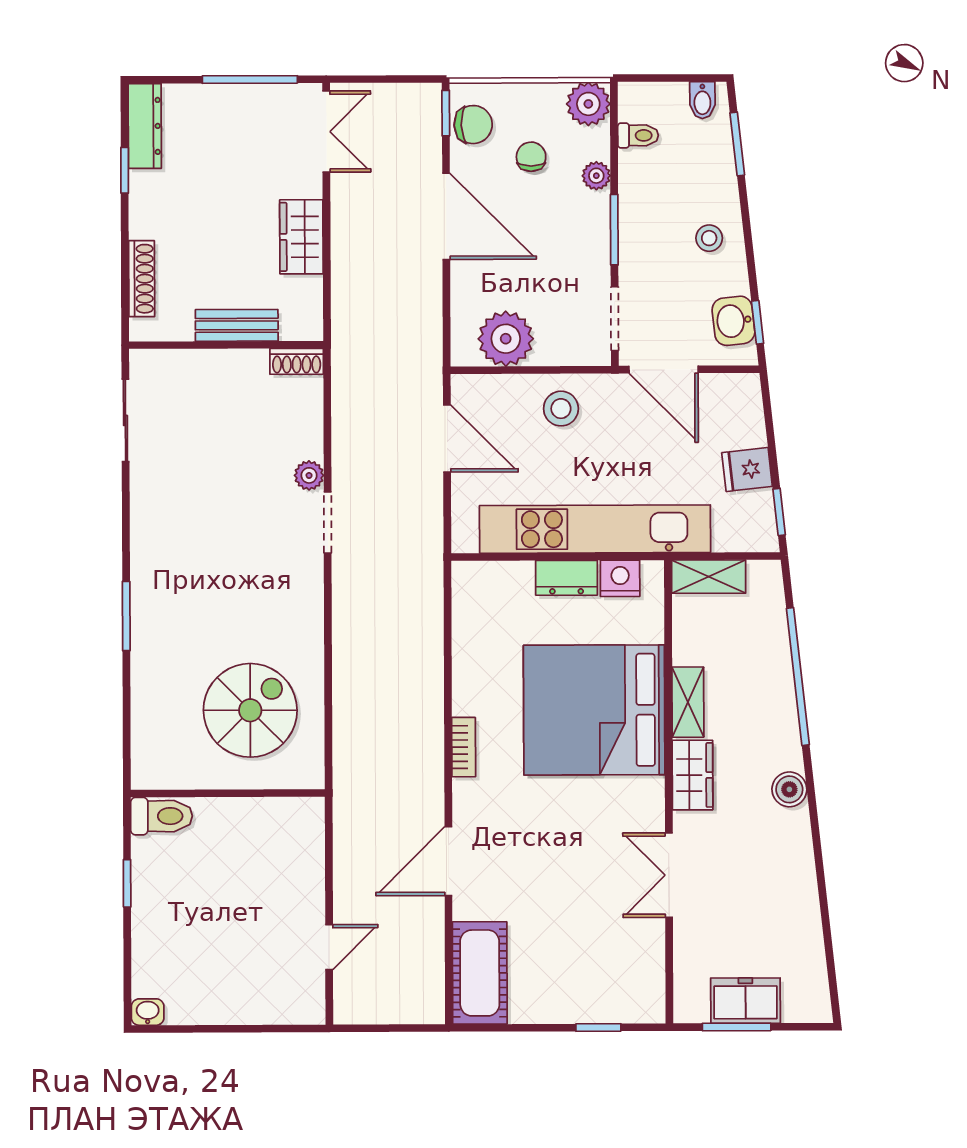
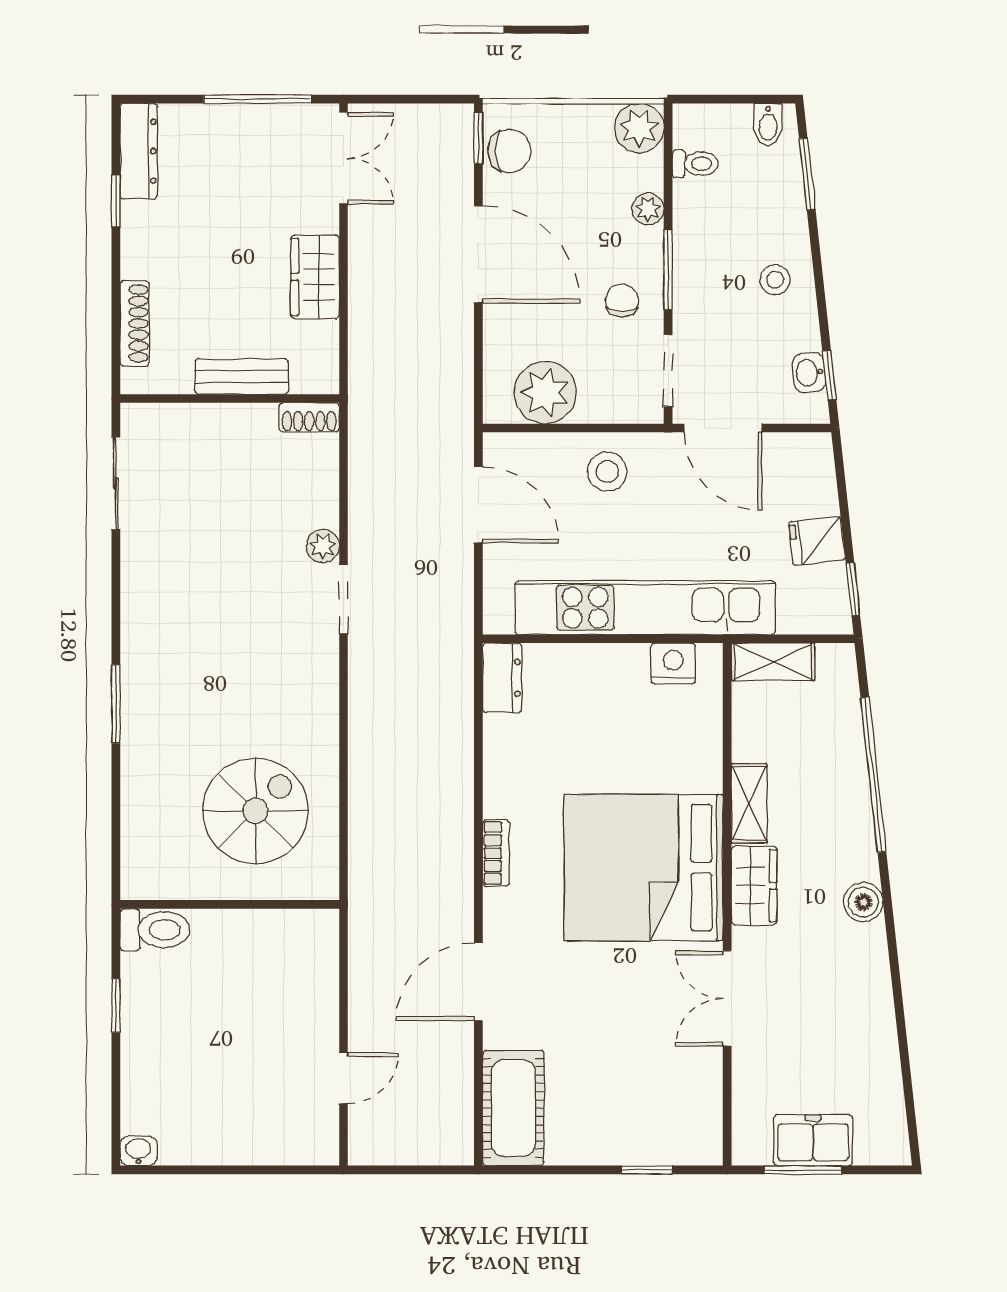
chair: (531, 157) -> (622, 301), moved
washbasin: (733, 321) -> (809, 373), width x0.72, depth x0.69
dresser: (567, 578) -> (502, 678), moved, turned -90
bed: (594, 710) -> (643, 868), moved

